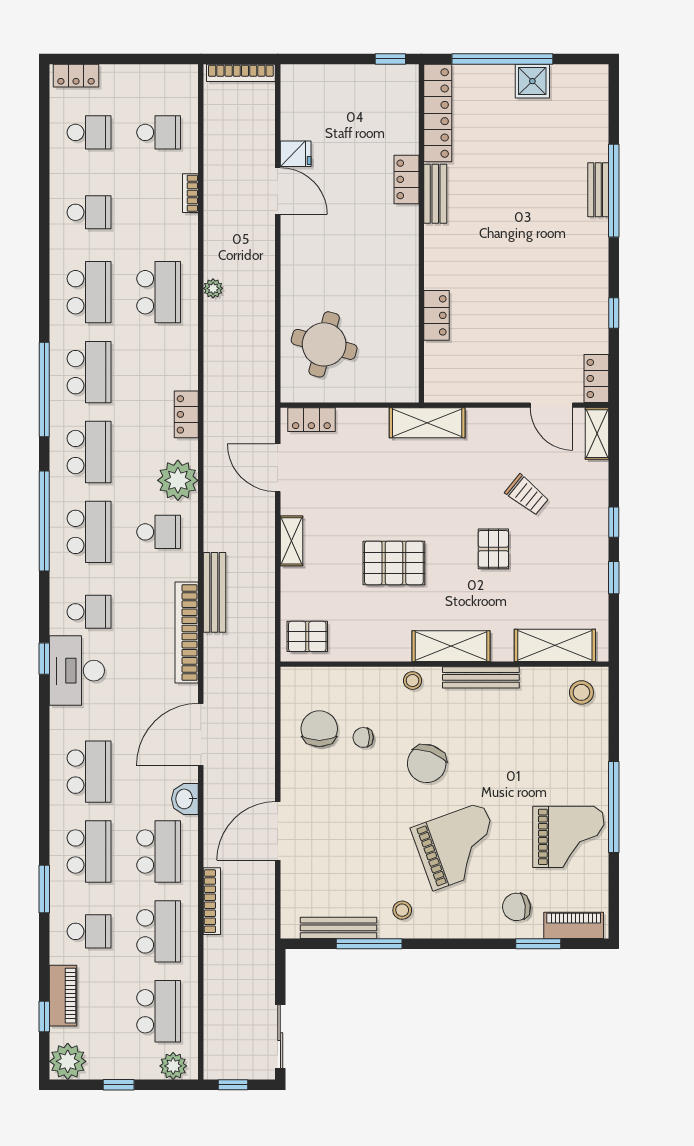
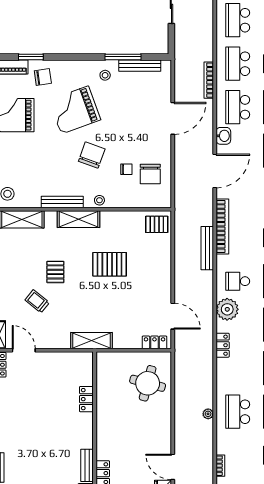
shelving: (291, 541) -> (165, 276), removed

